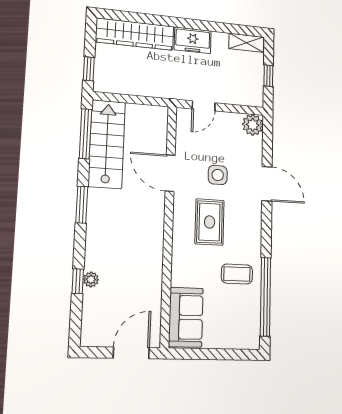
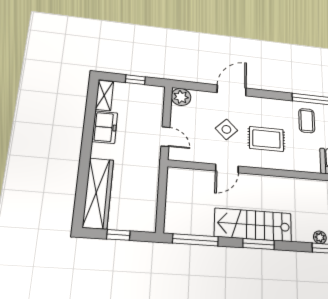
freezer: (193, 40) -> (105, 127), moved
window: (89, 69) -> (118, 235), moved
stairs: (107, 144) -> (253, 225), moved
door: (170, 173) -> (227, 169), width x0.73
side table: (218, 175) -> (226, 129), turned 45

